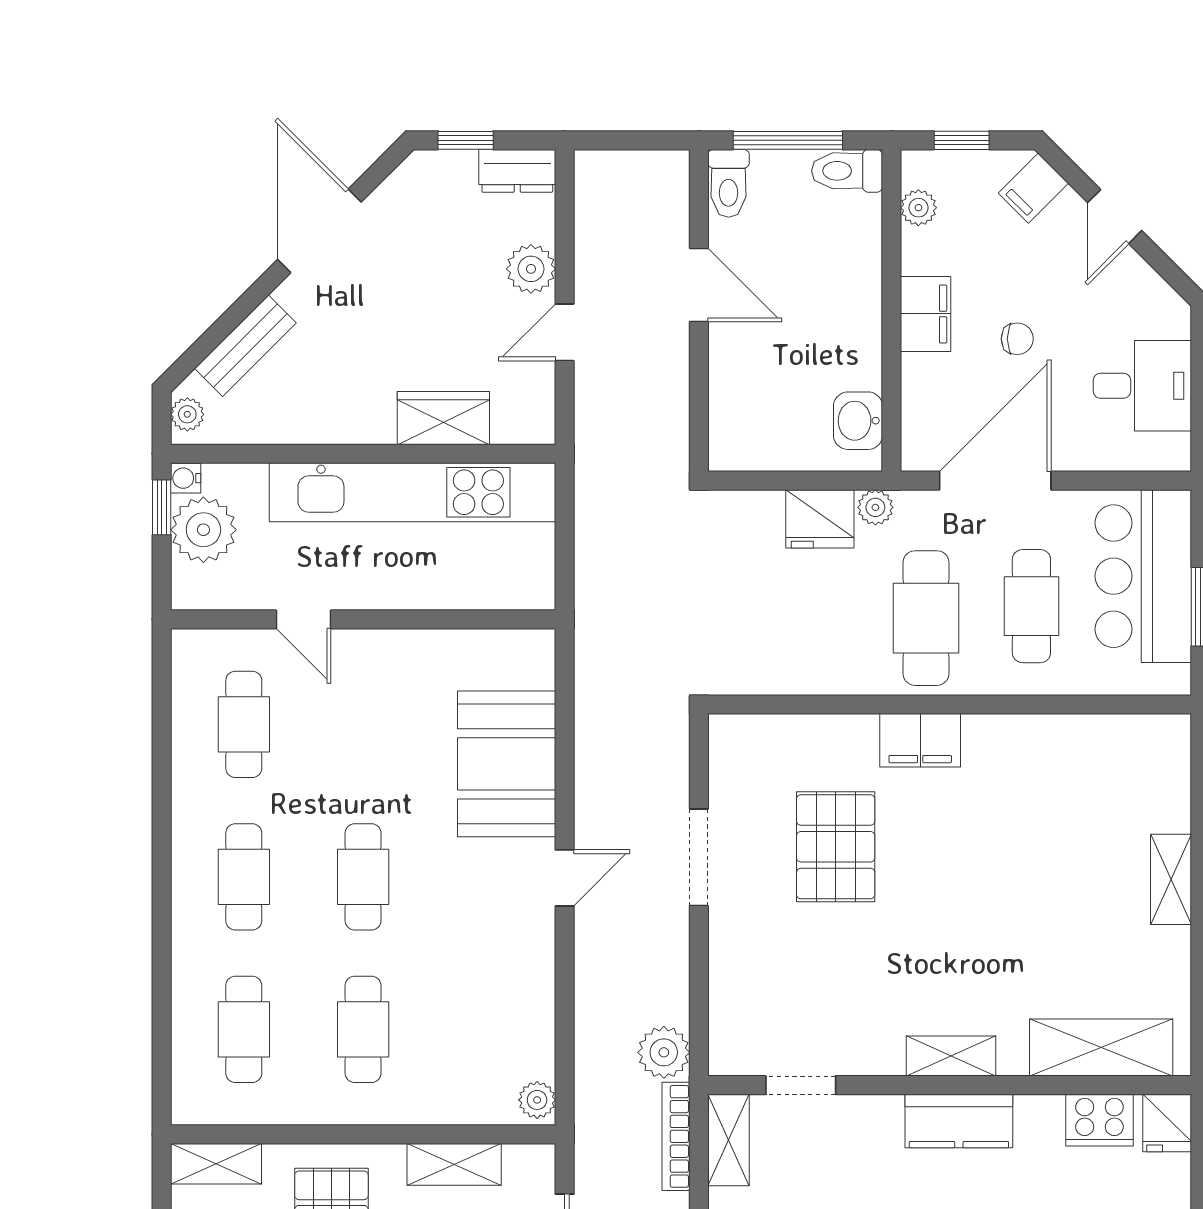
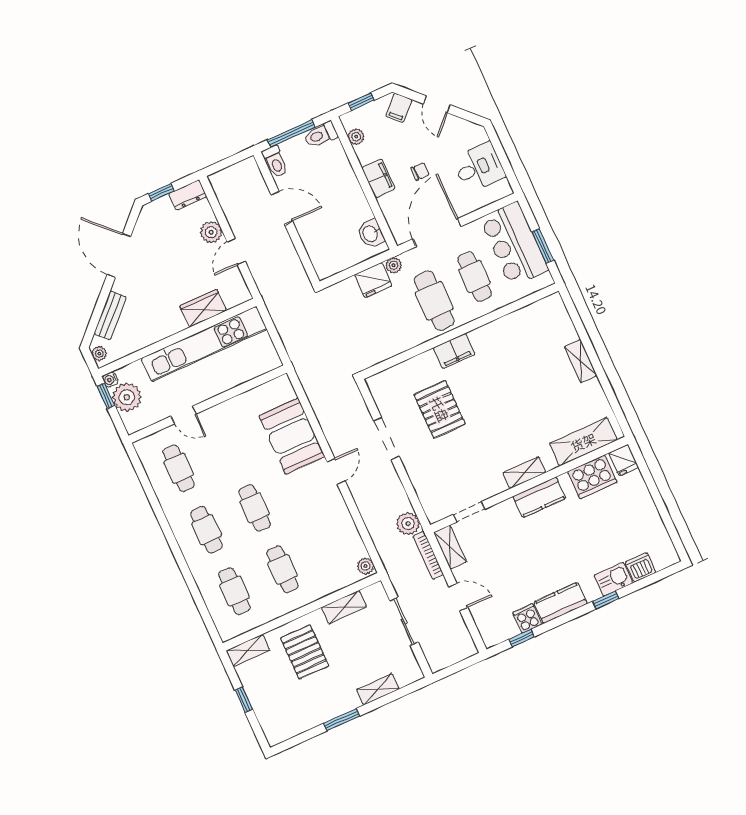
cooker: (1099, 1120) -> (592, 477), width x1.37, depth x1.31

